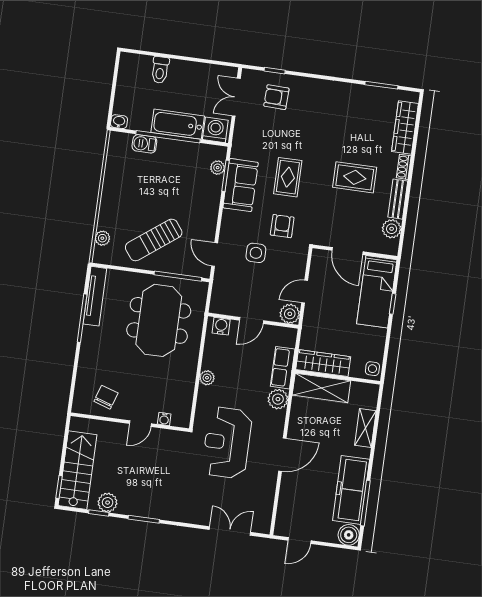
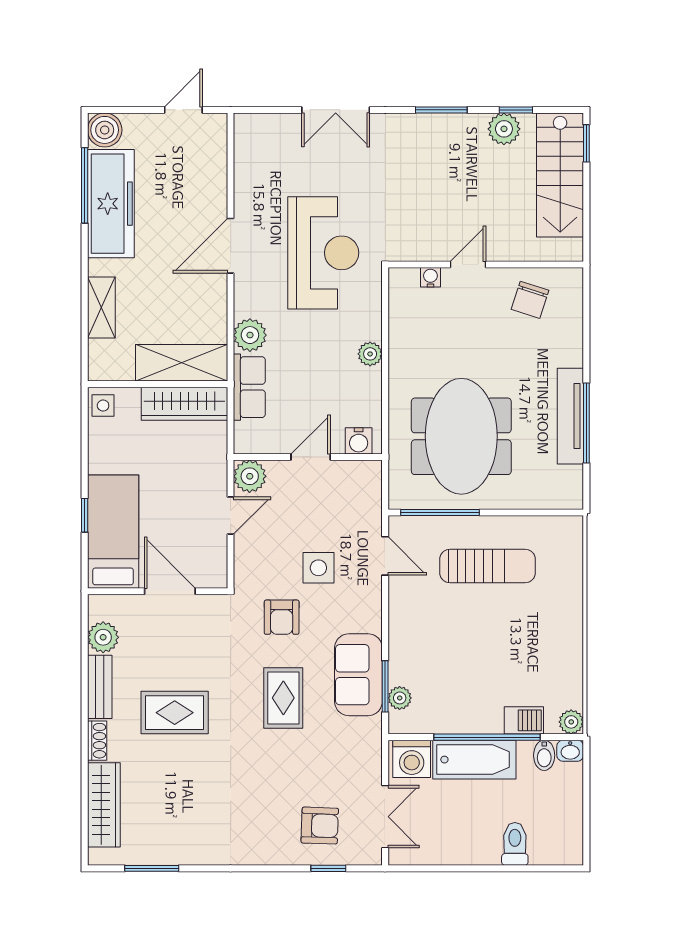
bidet: (135, 121) -> (544, 755), added
plant: (102, 238) -> (571, 722), moved
sun lounger: (154, 240) -> (488, 566), turned 37
tv unit: (95, 296) -> (570, 416), moved
double door: (230, 531) -> (336, 110), moved

